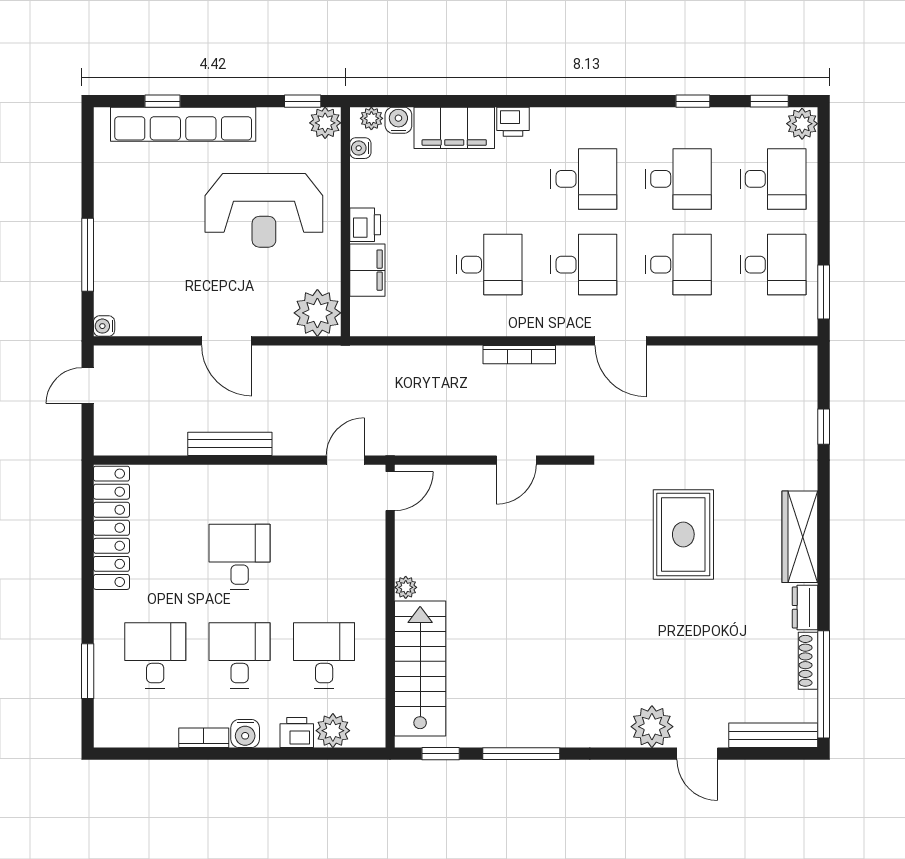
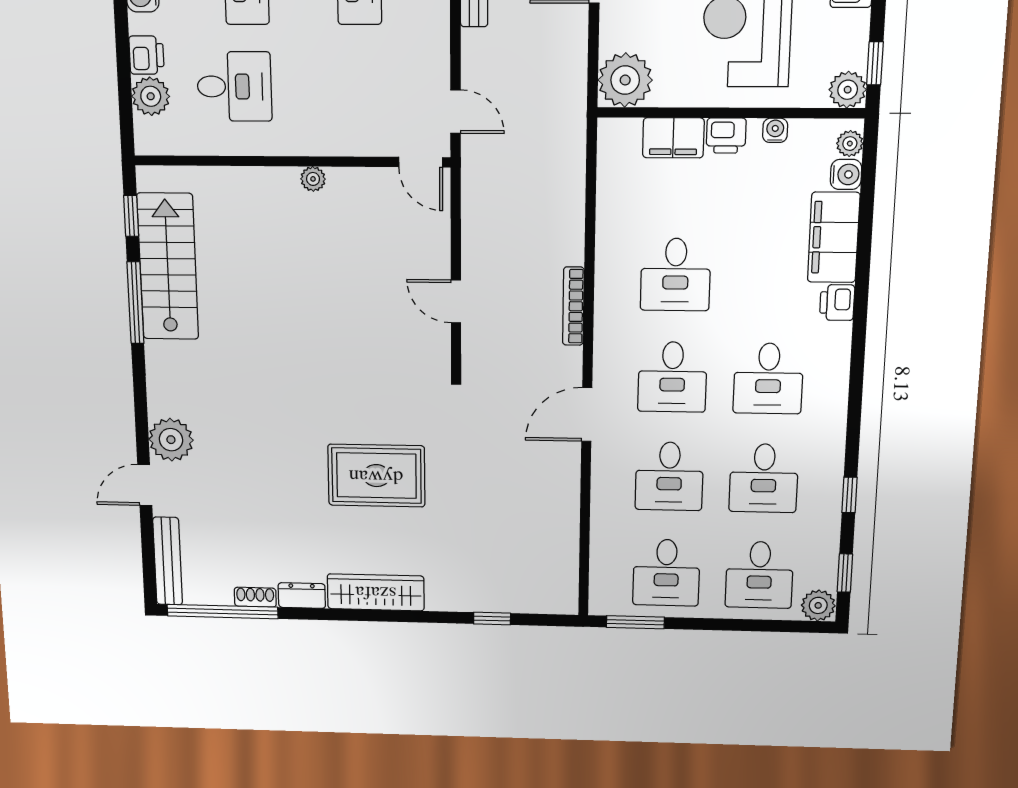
water cooler: (360, 148) -> (775, 130), moved
shoe rack: (808, 661) -> (255, 597), width x0.70
stairs: (420, 669) -> (168, 267), moved, turned -90

